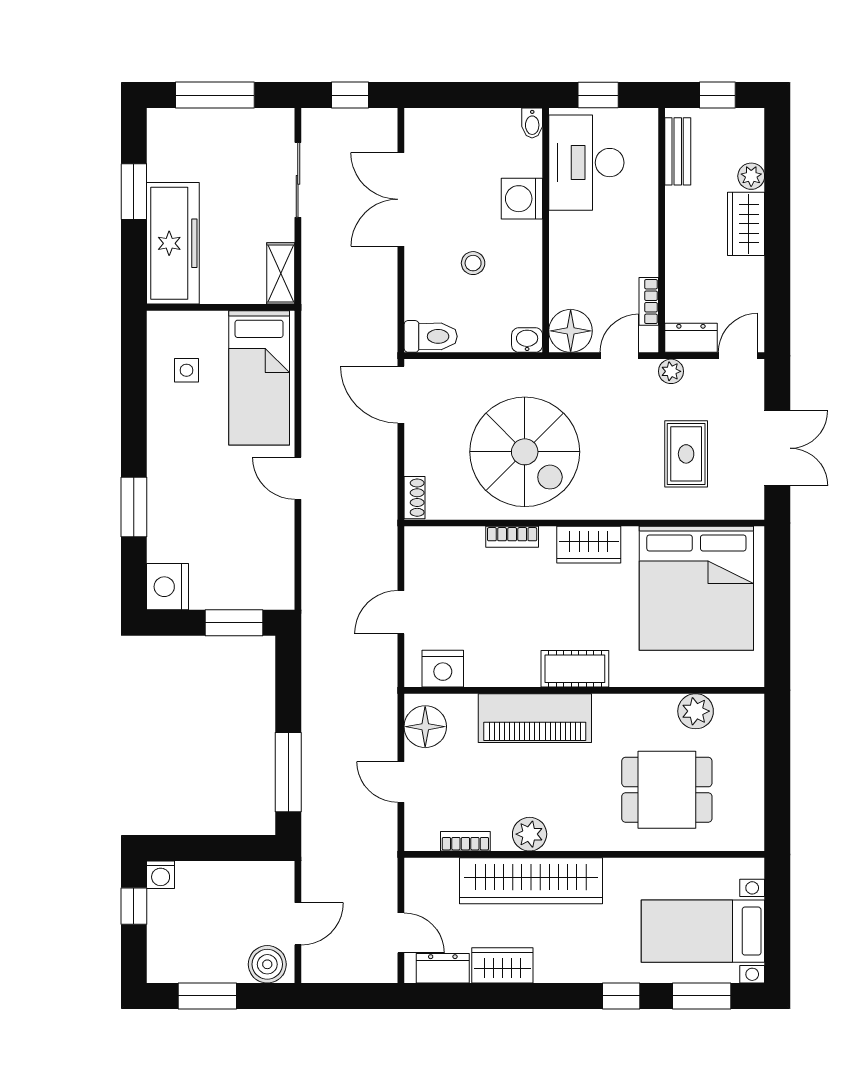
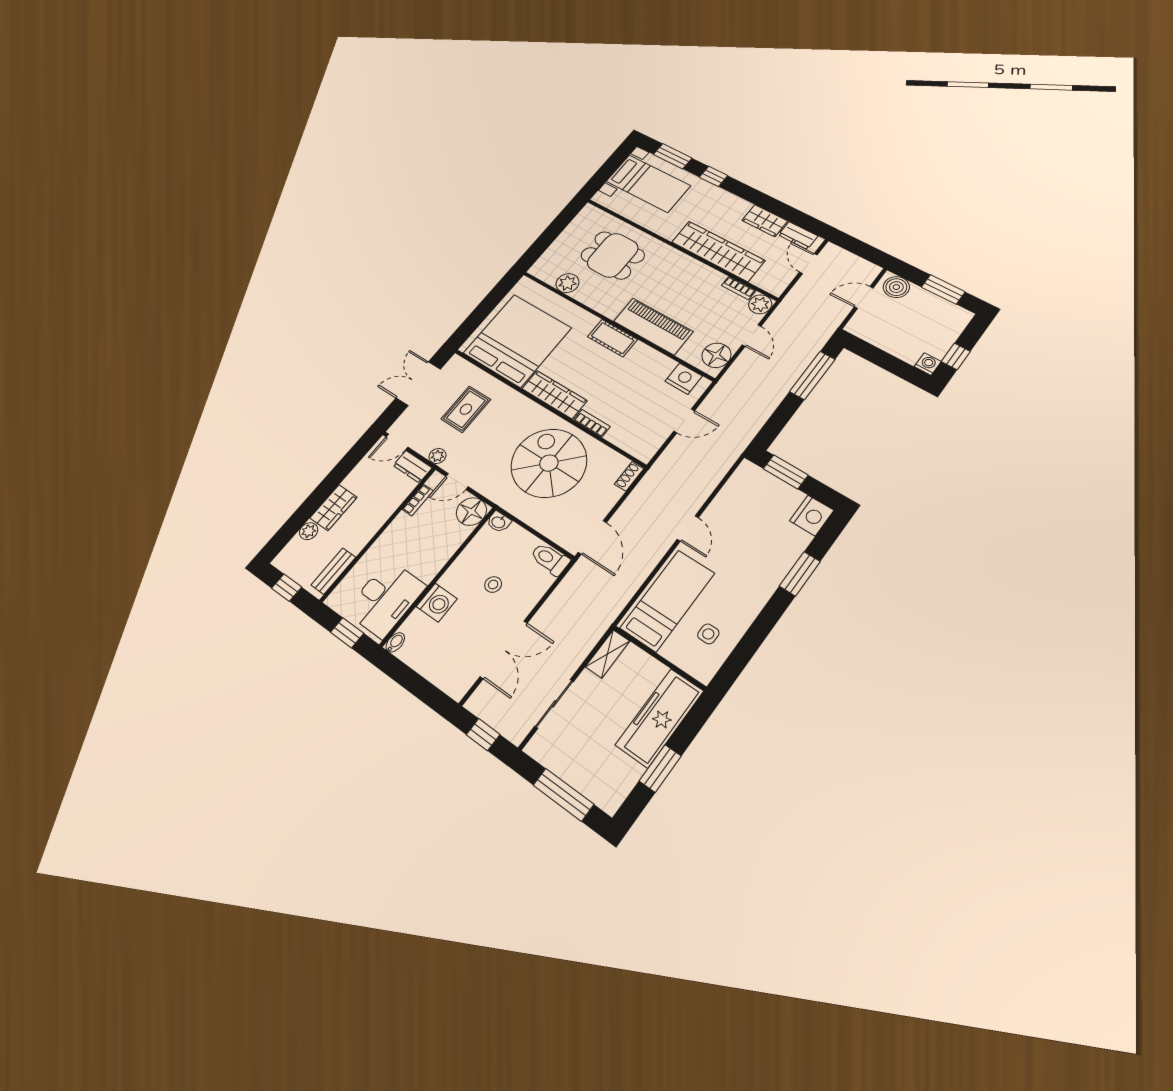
wardrobe: (589, 545) -> (554, 395), width x1.50
plant: (530, 834) -> (760, 304), moved

